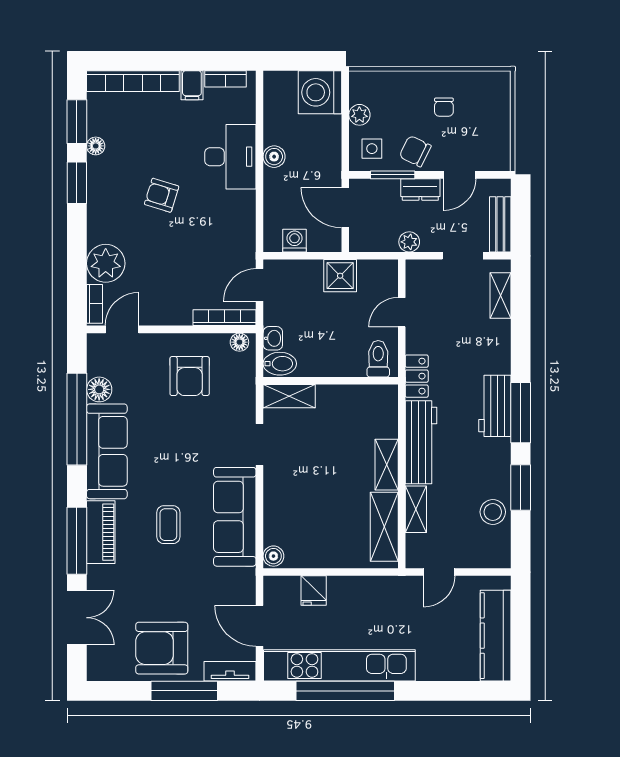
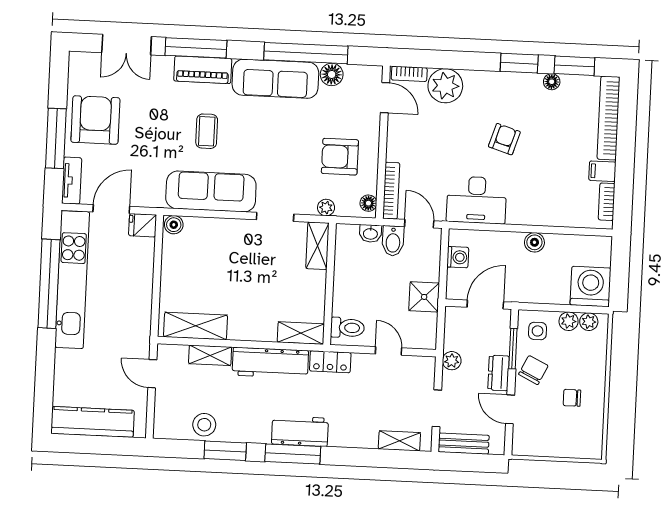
plant: (359, 92) -> (589, 322), added
desk: (230, 157) -> (477, 200), moved
bidet: (280, 364) -> (393, 241), moved
plant: (247, 389) -> (326, 208), added
shelving: (387, 465) -> (301, 333), moved
coffee table: (168, 525) -> (207, 131), turned 90
fridge: (314, 591) -> (143, 225), moved

